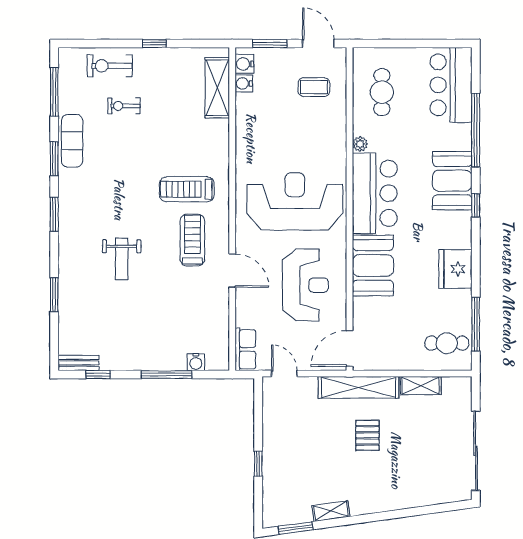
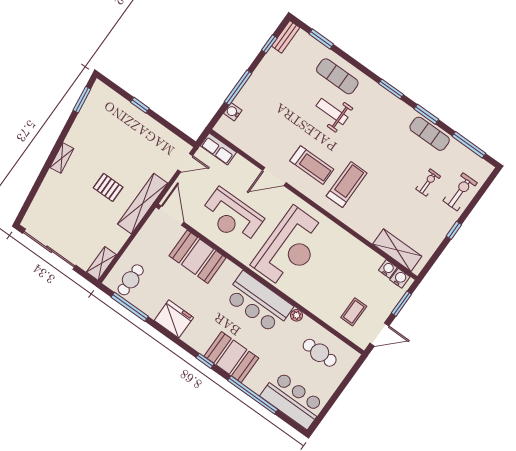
booth: (373, 265) -> (198, 257), moved
exercise mat: (81, 280) -> (337, 76), added
window: (54, 295) -> (321, 39), moved
shelving: (421, 386) -> (102, 263), moved
shelving: (331, 511) -> (62, 158), moved

